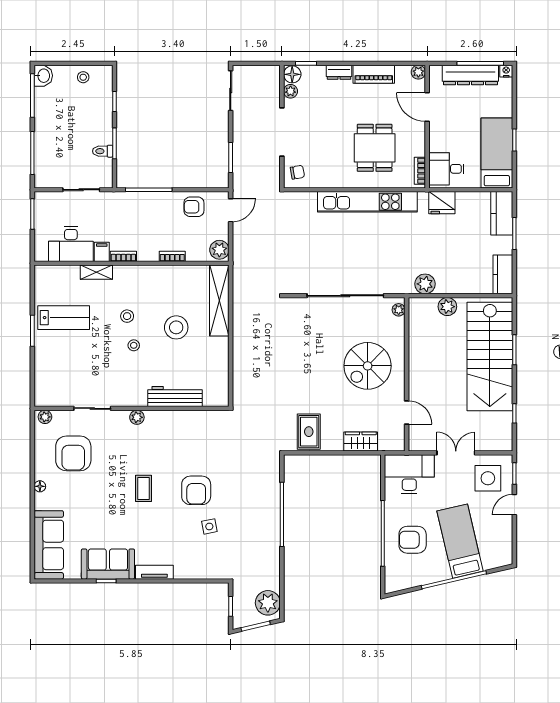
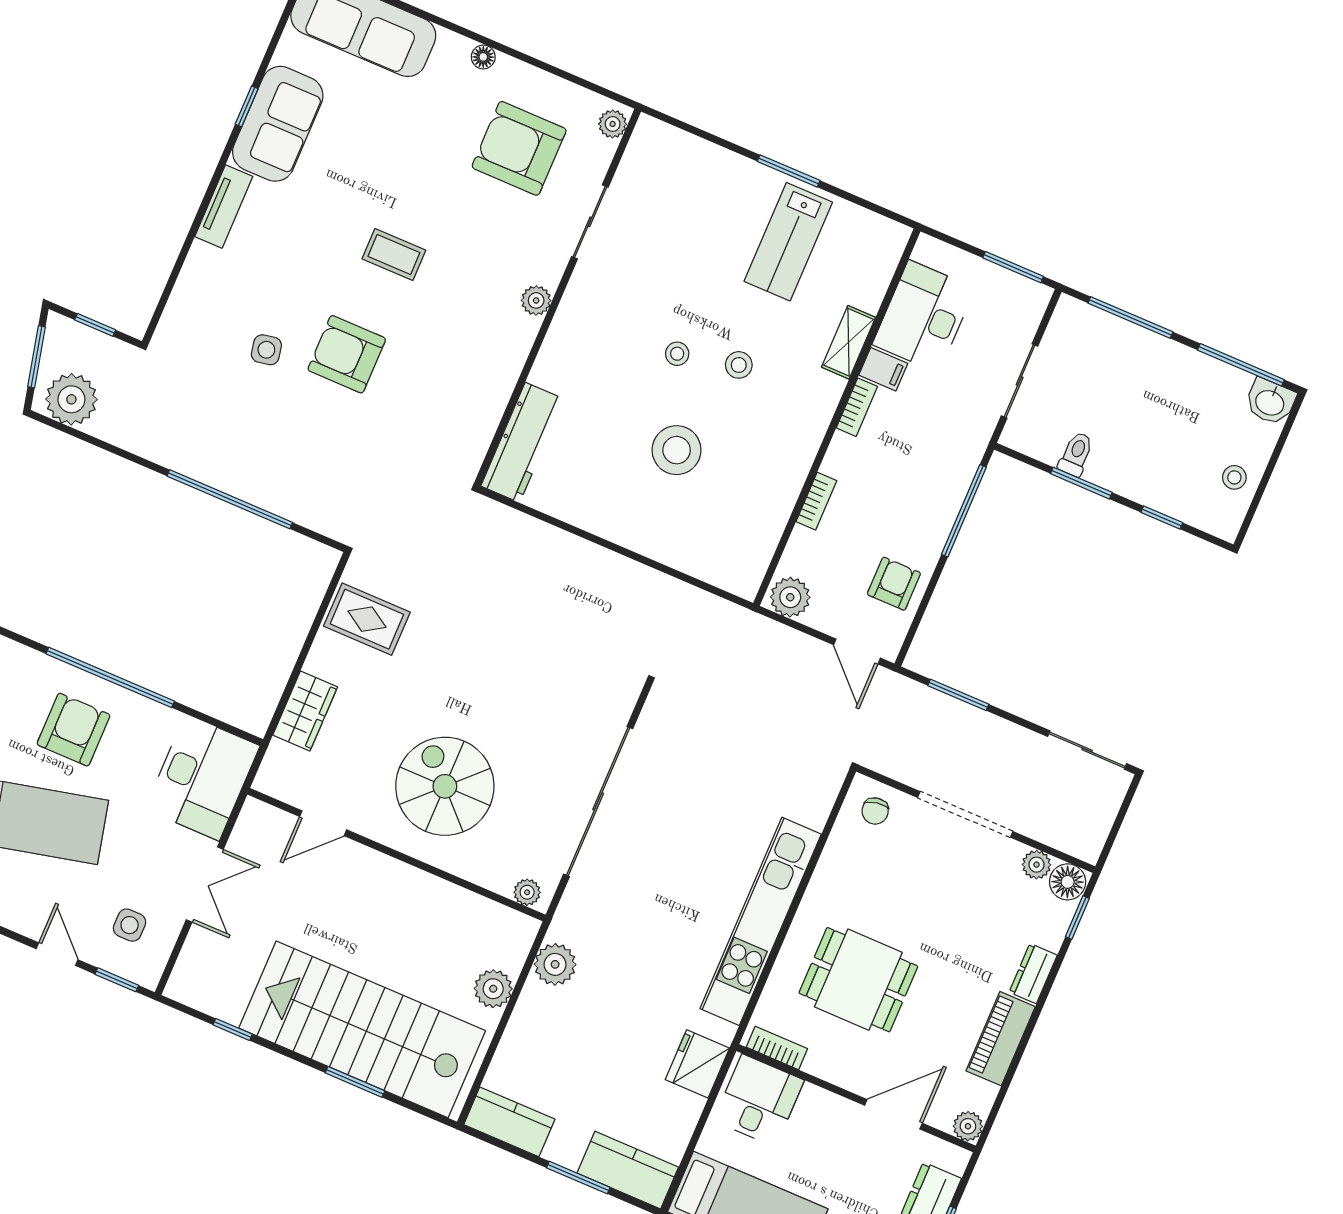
shelving: (219, 300) -> (693, 555), removed
workbench: (175, 397) -> (522, 442), moved
side table: (488, 478) -> (130, 925), width x0.54, depth x0.54

